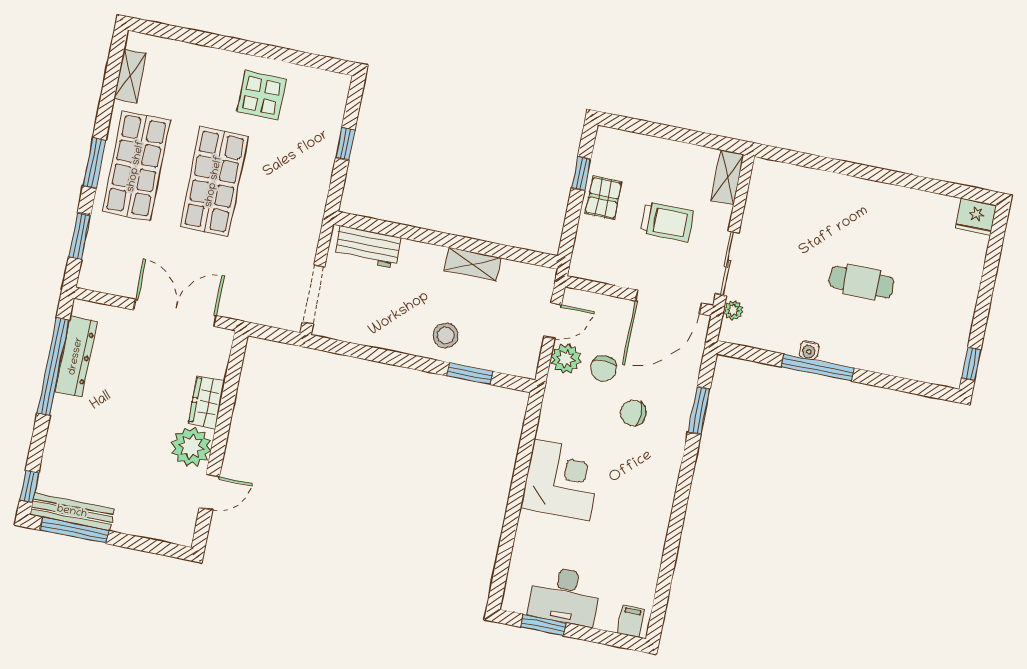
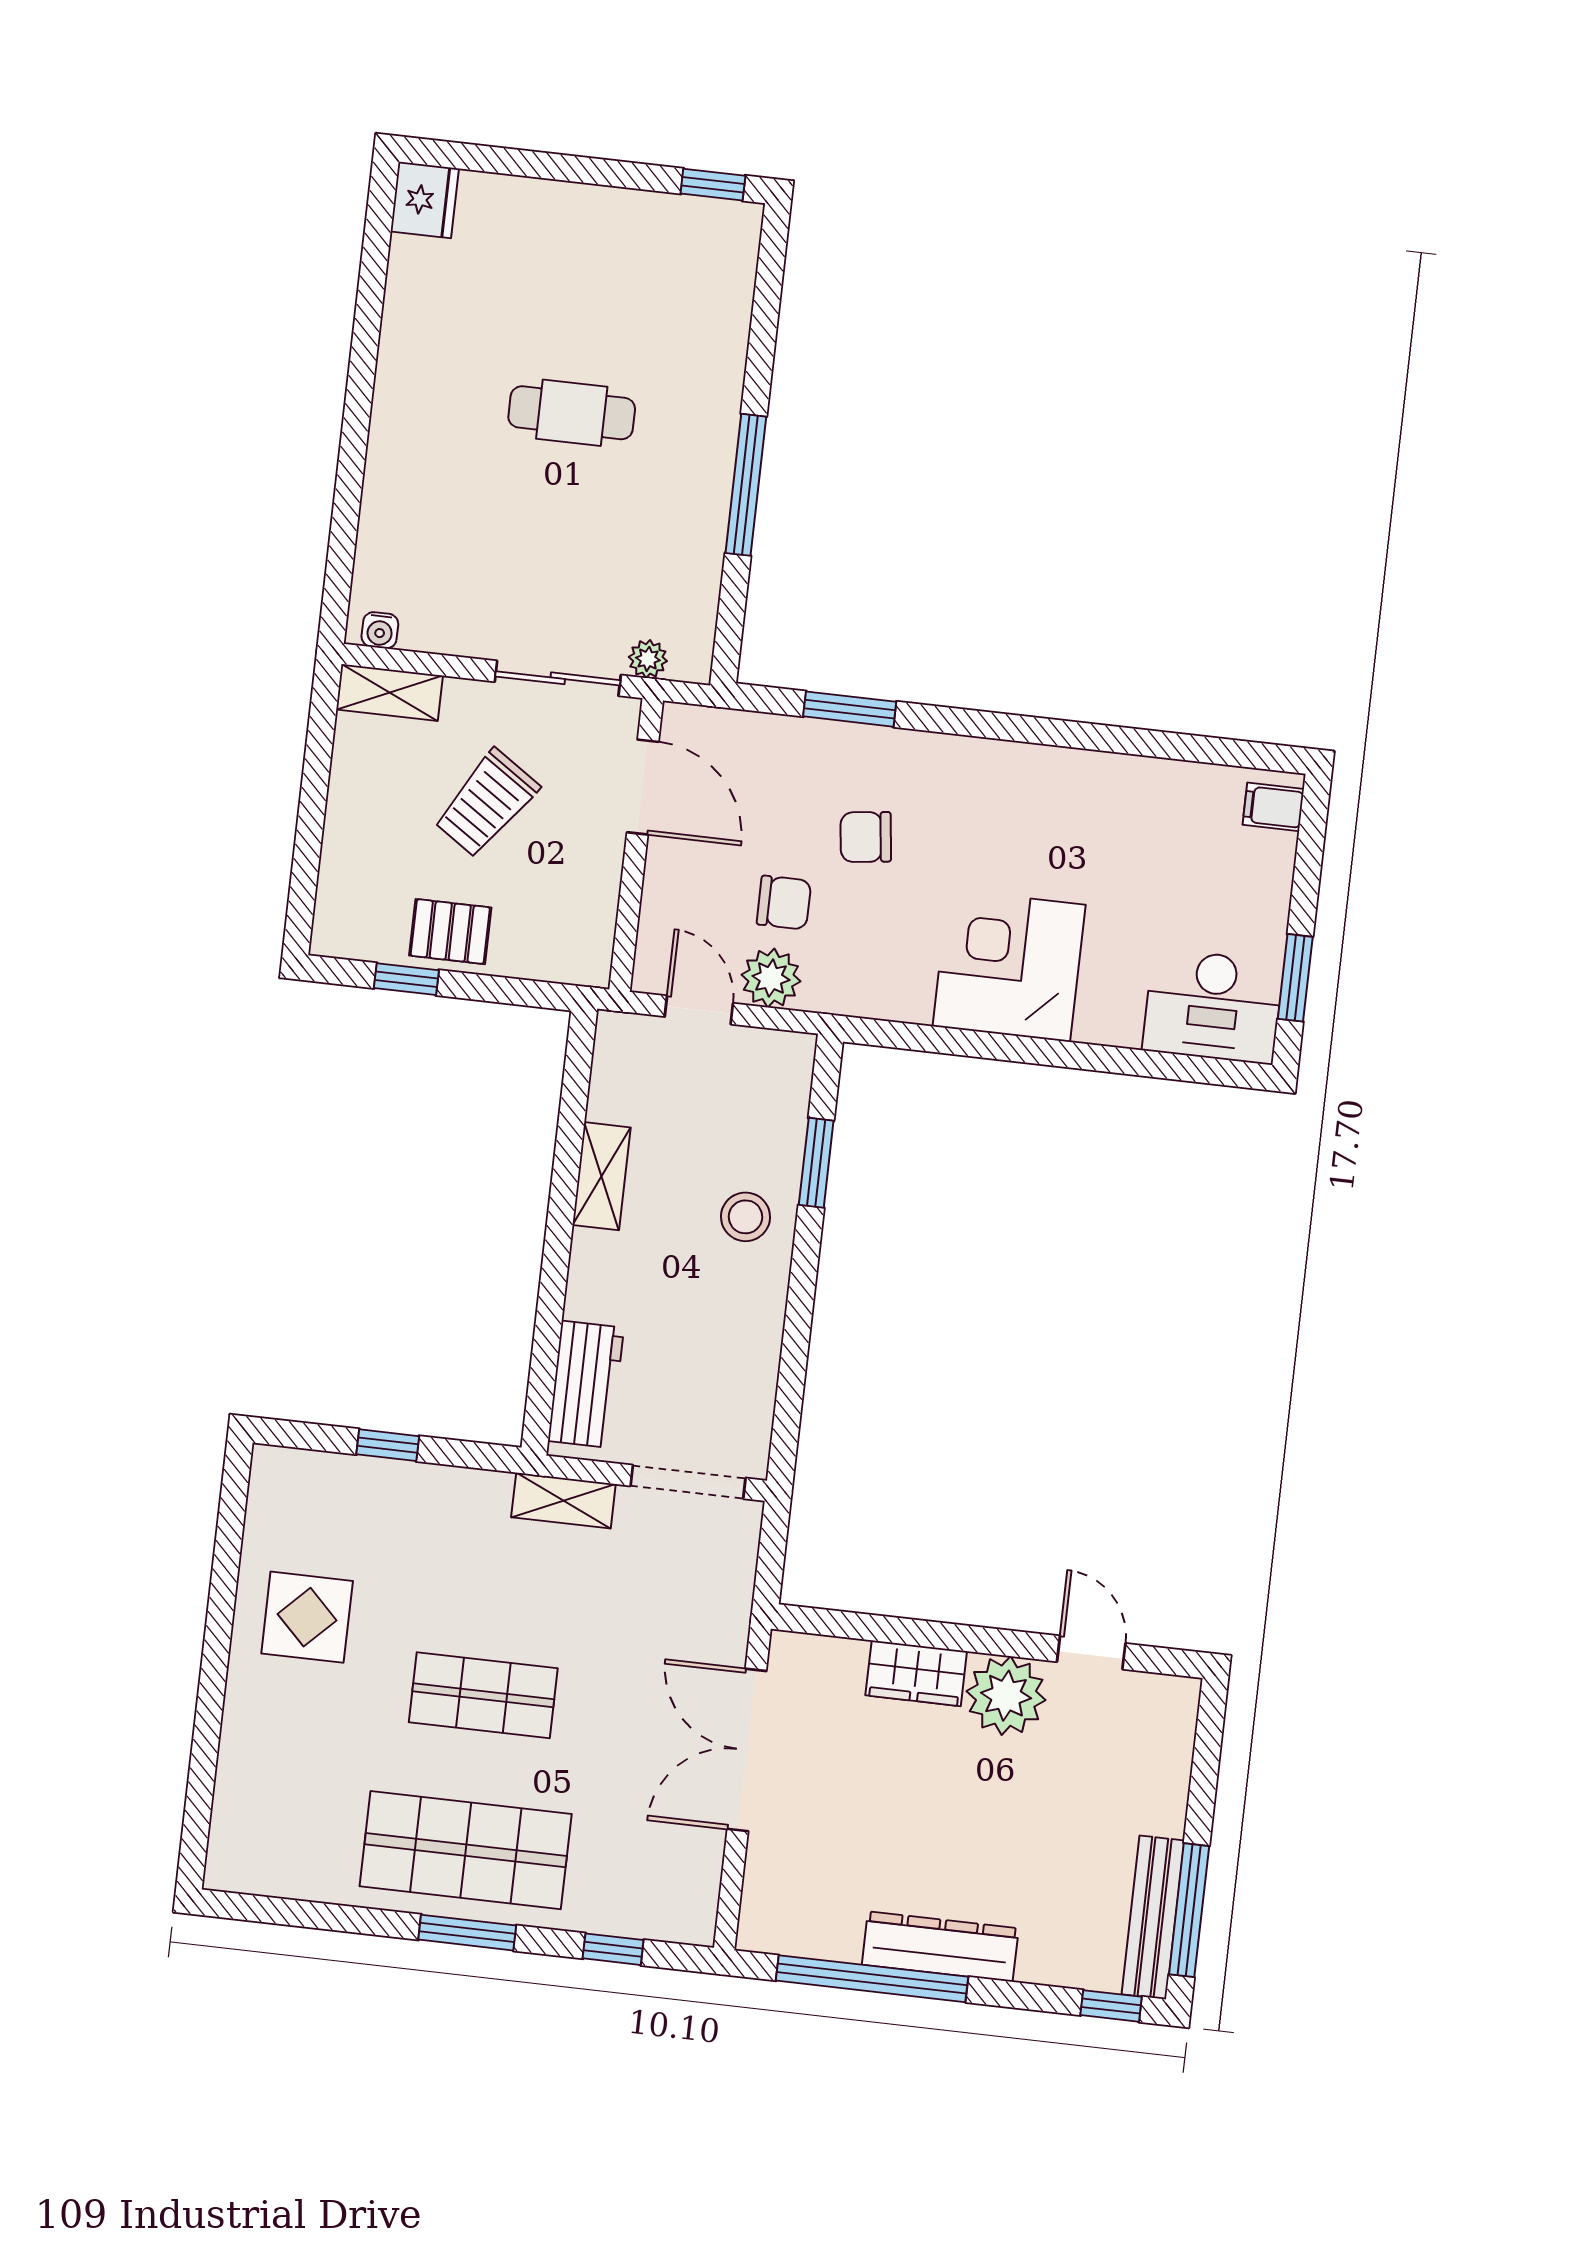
shelving: (130, 76) -> (563, 1501), moved
shop shelf: (214, 181) -> (483, 1695), width x0.70, depth x0.74
trolley: (667, 222) -> (486, 803), turned -146
window: (80, 236) -> (613, 1949), width x0.67
cafe table: (862, 282) -> (572, 413), turned 90
door: (668, 302) -> (643, 787), width x0.73
water cooler: (809, 350) -> (380, 630), moved, turned 90
dresser: (76, 356) -> (940, 1947), moved
chair: (633, 413) -> (866, 837), turned 83
desk: (565, 596) -> (1213, 1006), moved, turned 90

